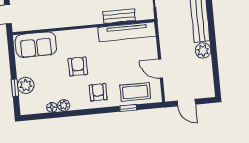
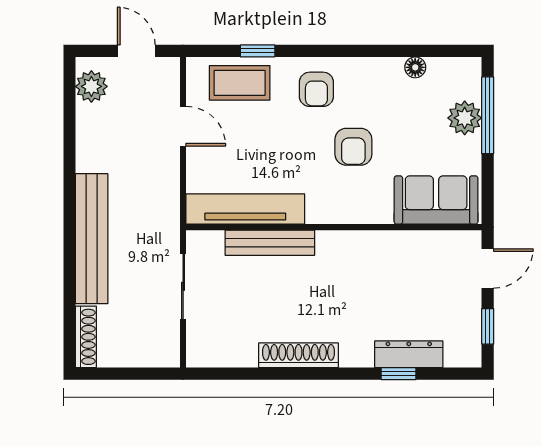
bench: (119, 16) -> (270, 243), width x1.36
plant: (203, 50) -> (91, 86), moved
window: (15, 88) -> (488, 115), width x2.17
plant: (64, 105) -> (390, 69), removed

